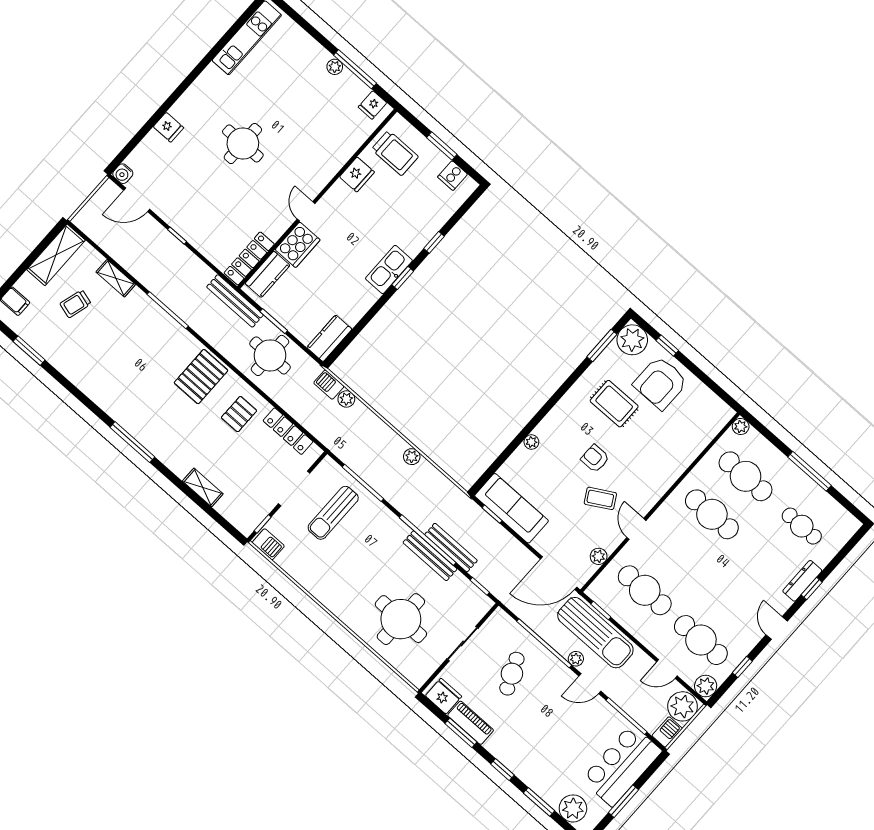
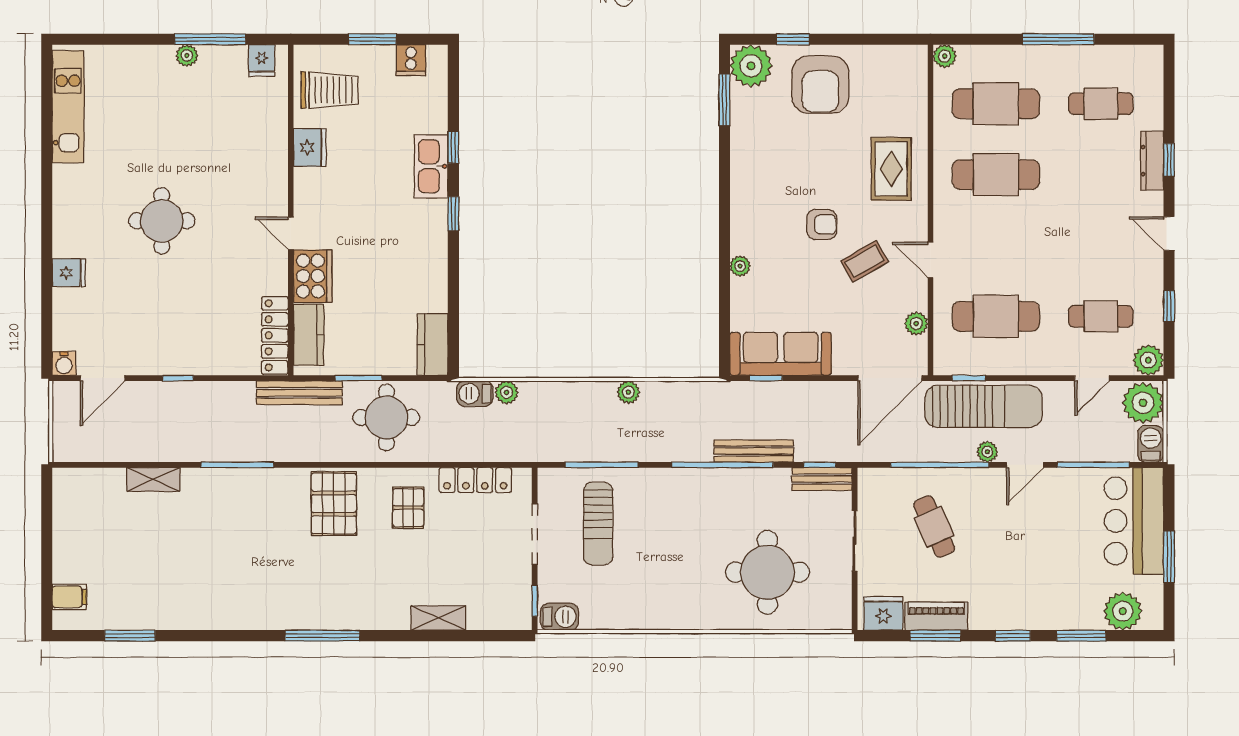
shelving: (56, 255) -> (69, 510), removed
kitchen sink: (389, 269) -> (431, 166), moved
trolley: (75, 304) -> (135, 544), removed
rug: (614, 404) -> (891, 169), moved, turned 90
armchair: (595, 458) -> (822, 224), turned 180
bench: (430, 556) -> (822, 479), moved, width x0.73
cafe table: (701, 640) -> (1101, 316), width x0.73, depth x0.74

